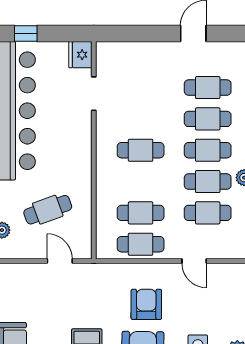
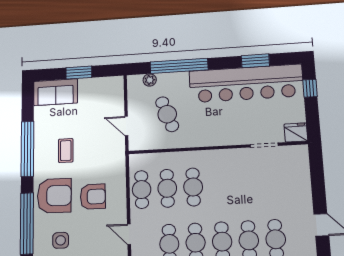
cafe table: (141, 150) -> (193, 187), moved
door: (60, 261) -> (126, 126), swing flipped
door: (194, 261) -> (129, 234), hinge flipped

